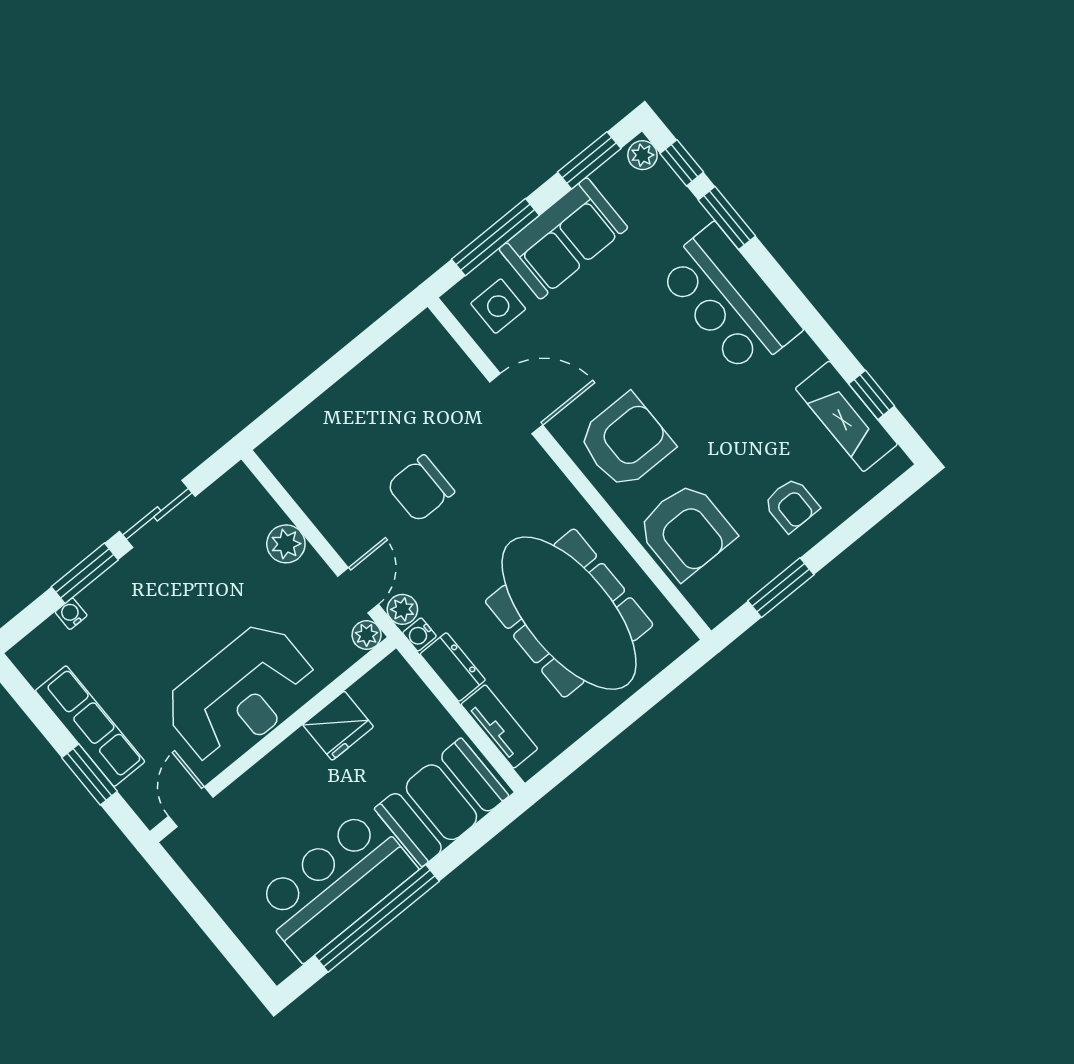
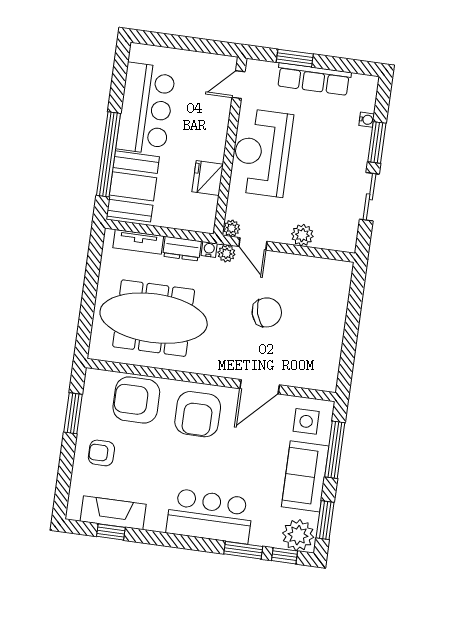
plant: (642, 155) -> (298, 535), width x1.88, depth x1.88
chair: (421, 489) -> (267, 312), turned 74
door: (191, 807) -> (238, 85), swing flipped
window: (377, 918) -> (108, 154), moved

